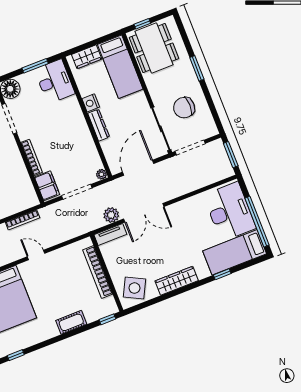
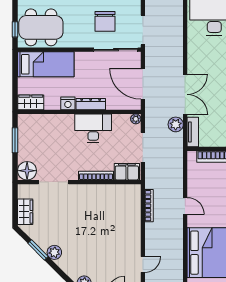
wardrobe: (87, 57) -> (31, 102), moved, turned -90
desk: (55, 81) -> (93, 128), moved
door: (36, 255) -> (185, 206), swing flipped

